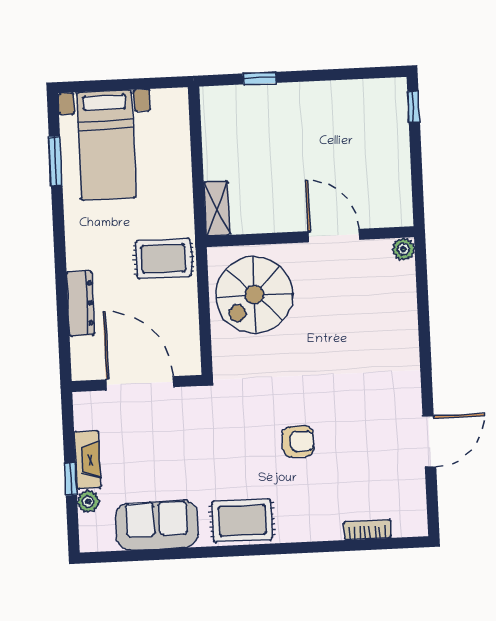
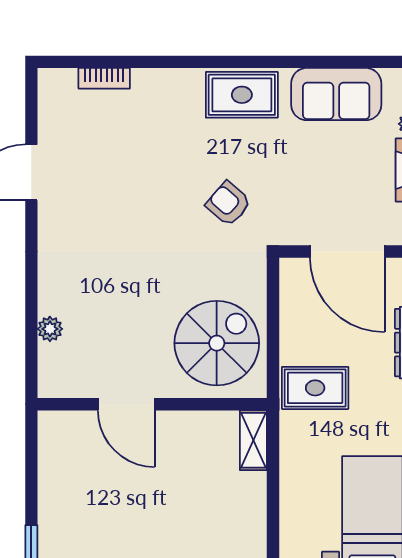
plant: (403, 249) -> (50, 329), moved
armchair: (298, 441) -> (228, 204), moved, turned 41

